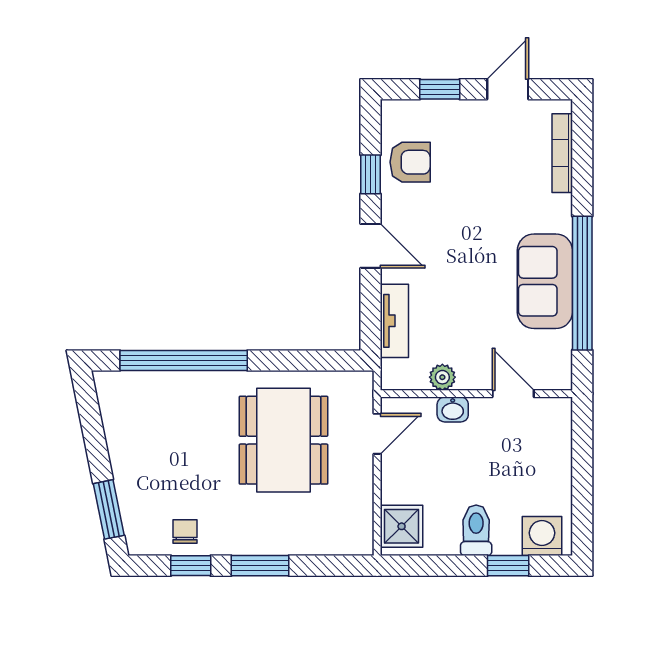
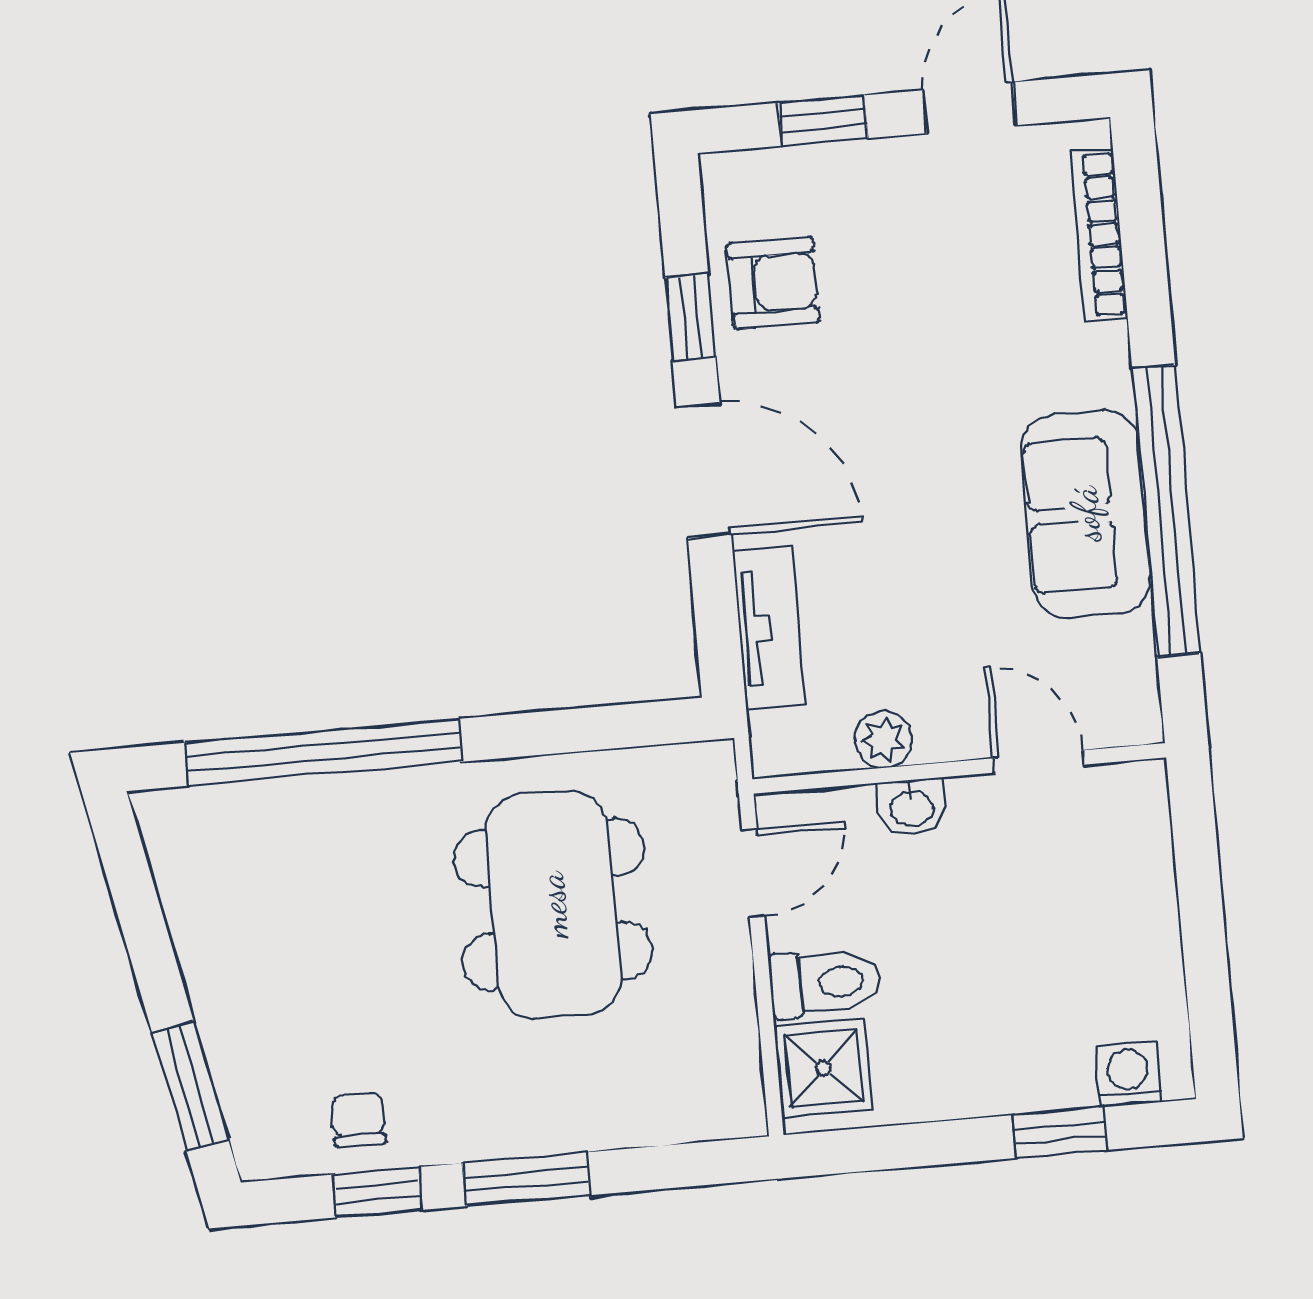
door: (370, 246) -> (704, 471), width x1.38
toilet: (476, 530) -> (825, 983), moved, turned 90
washing machine: (542, 536) -> (1128, 1074), width x0.73, depth x0.73

